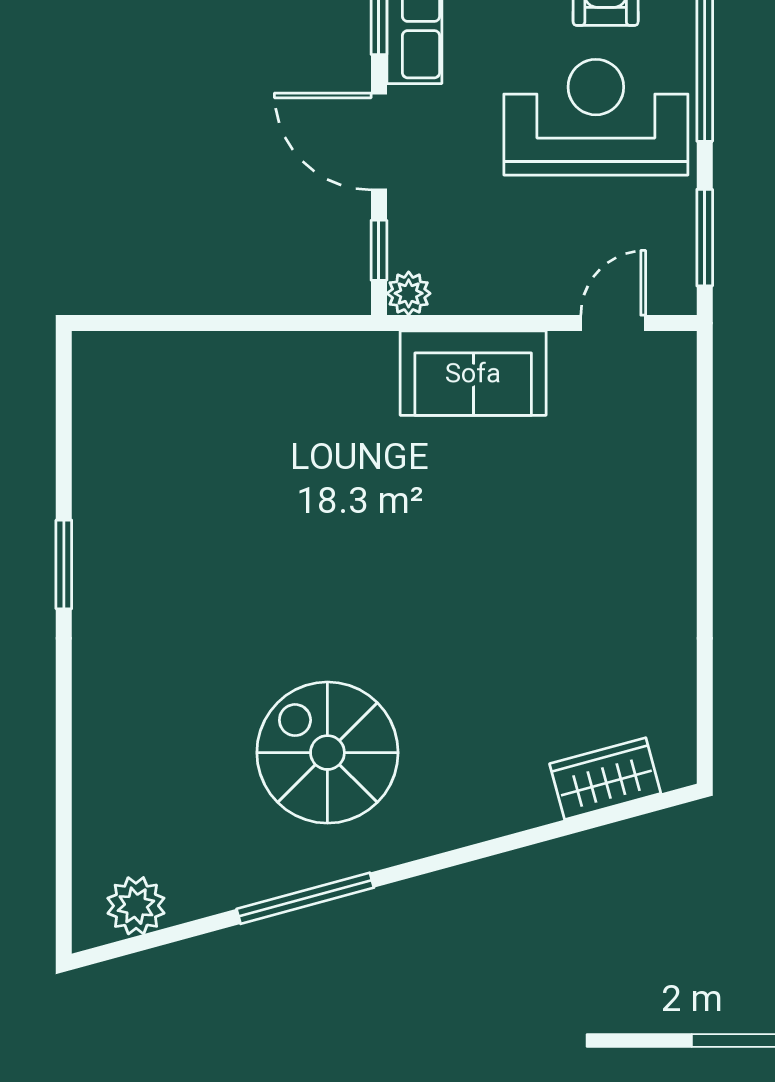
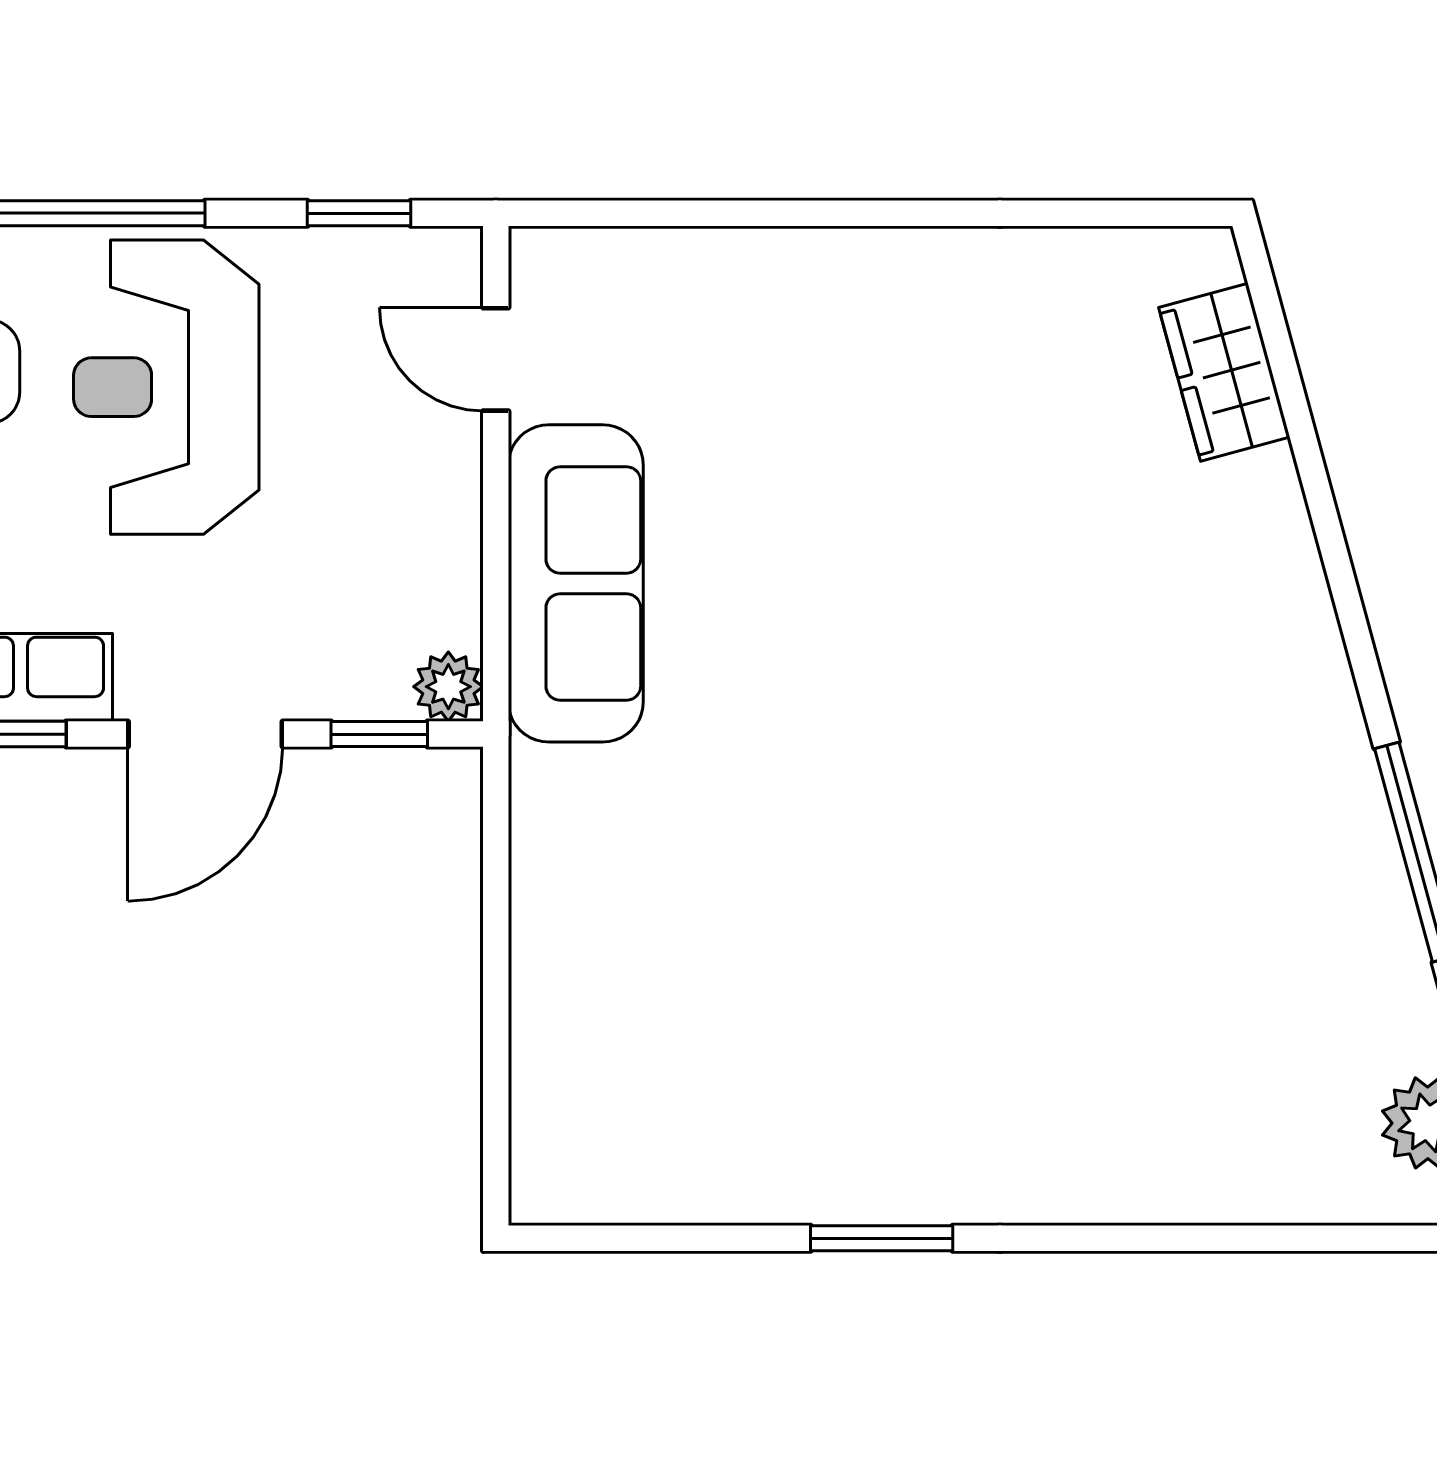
window: (705, 238) -> (359, 213), width x0.67
sofa: (473, 373) -> (576, 583), width x1.36
spiral stairs: (327, 753) -> (1183, 816), removed

